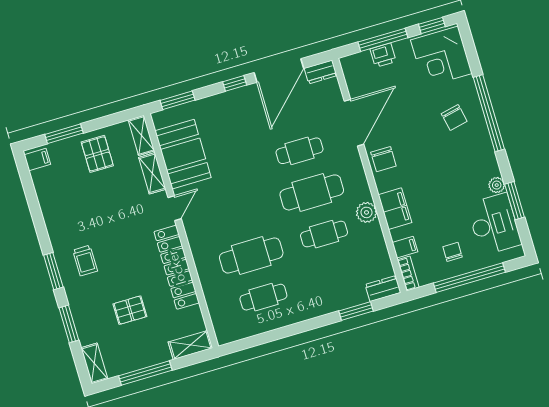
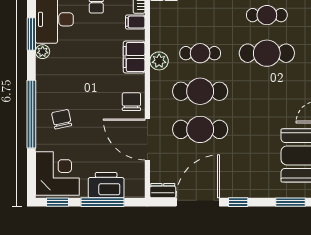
printer: (383, 55) -> (106, 185), width x1.87, depth x1.48
door: (354, 123) -> (147, 140), hinge flipped
cafe table: (300, 151) -> (200, 129), width x1.37, depth x1.35

